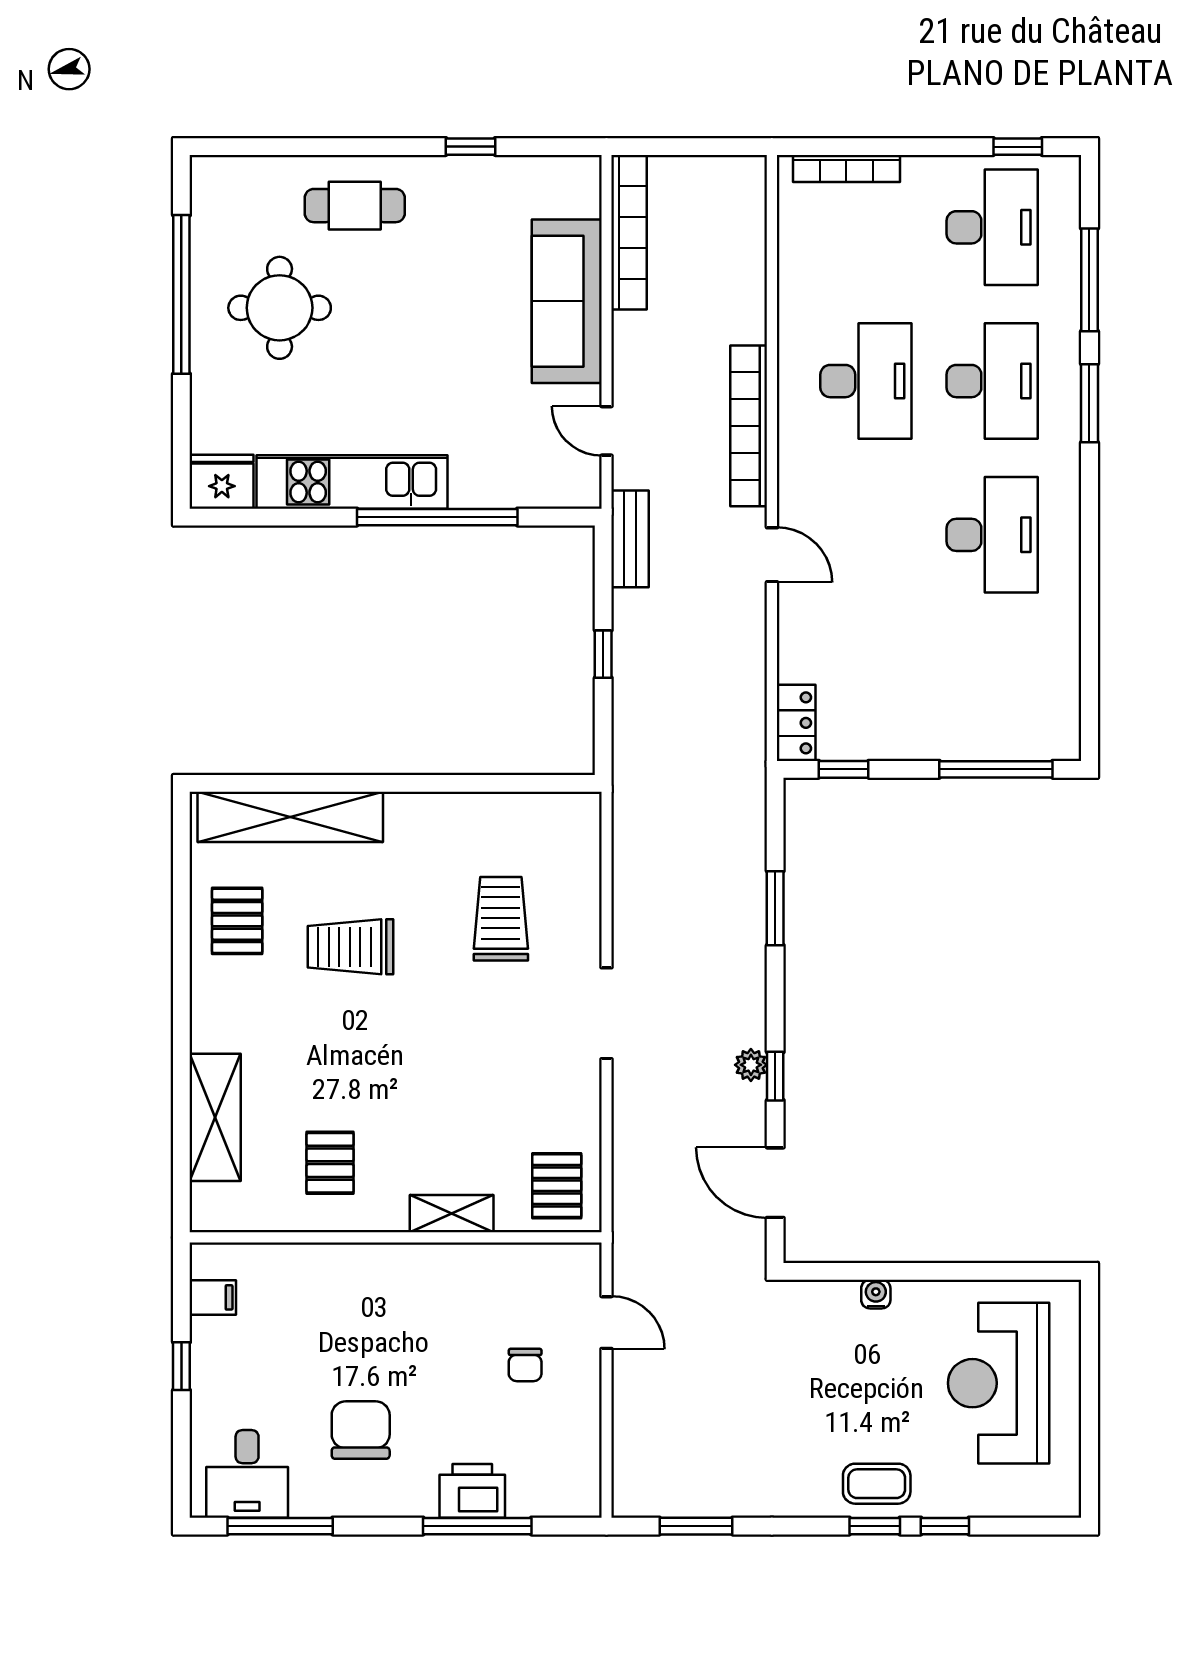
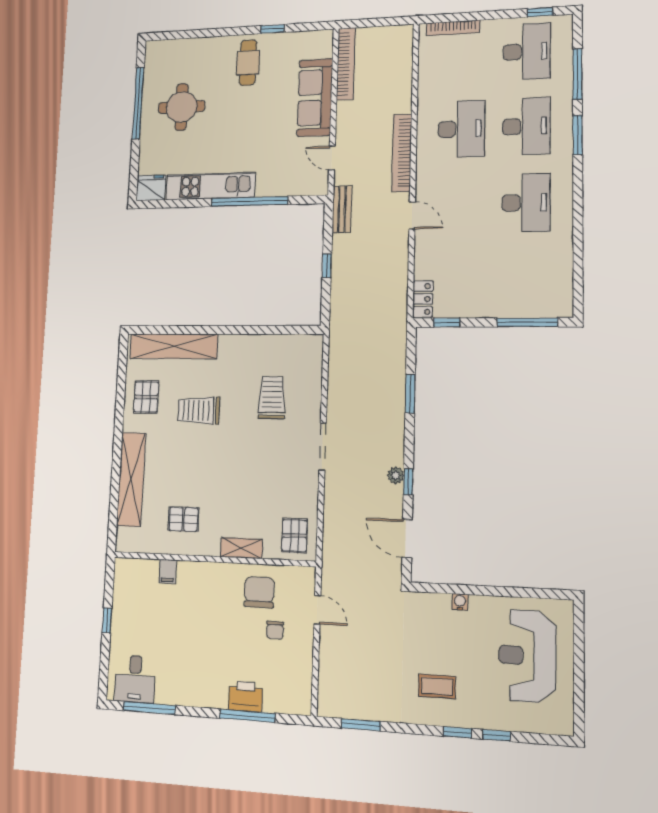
cafe table: (355, 206) -> (248, 63), moved, turned 90
shelving: (215, 1117) -> (131, 479), width x1.47
pallet: (330, 1163) -> (183, 519), turned 90
filing cabinet: (213, 1297) -> (168, 572), moved, turned 90
chair: (361, 1430) -> (259, 592), moved
coffee table: (877, 1484) -> (437, 686), moved

